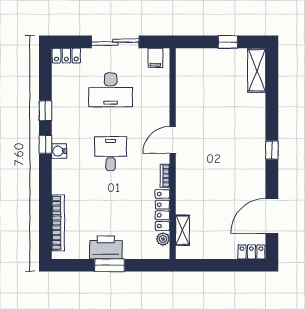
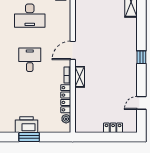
door: (272, 216) -> (141, 103), width x0.53
shelving: (183, 230) -> (80, 77), moved
locker: (251, 252) -> (113, 128), moved

